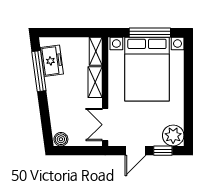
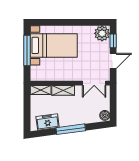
bed with nightstands: (147, 69) -> (54, 45), width x0.73
window: (39, 71) -> (71, 129), moved
door: (135, 151) -> (113, 61), hinge flipped

